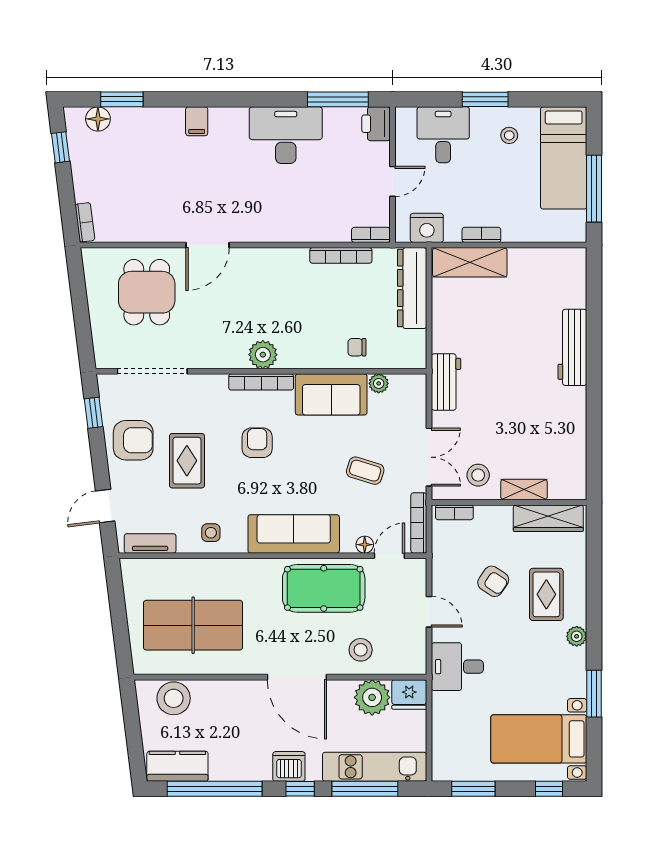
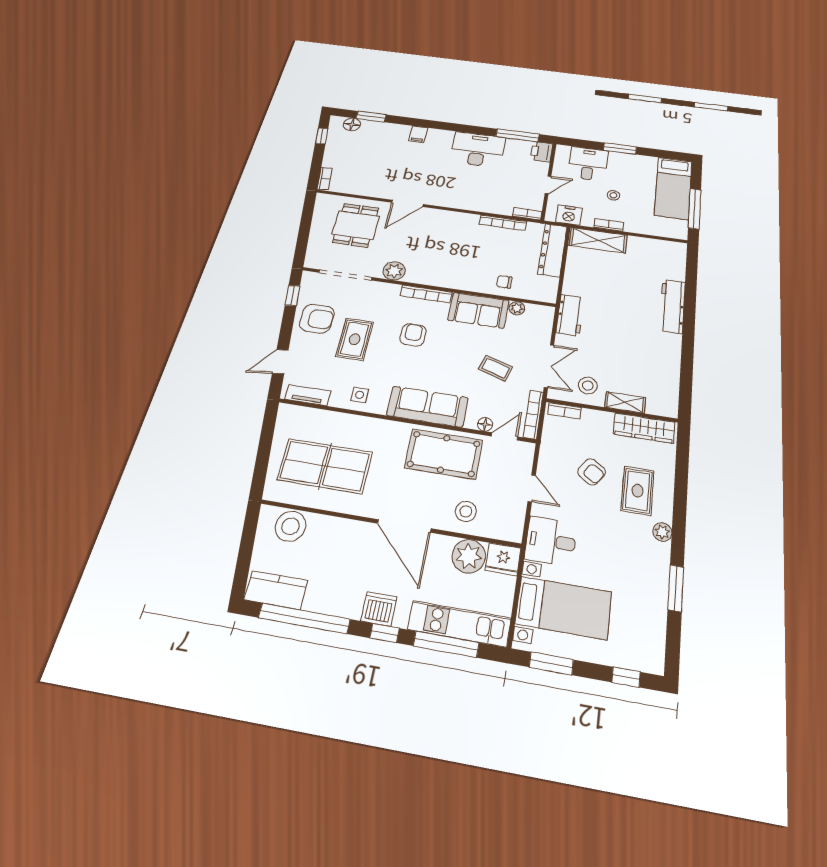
stool: (509, 135) -> (613, 195), moved
plant: (263, 355) -> (394, 271), moved
bed with nightstands: (539, 739) -> (564, 608), moved, turned 180

